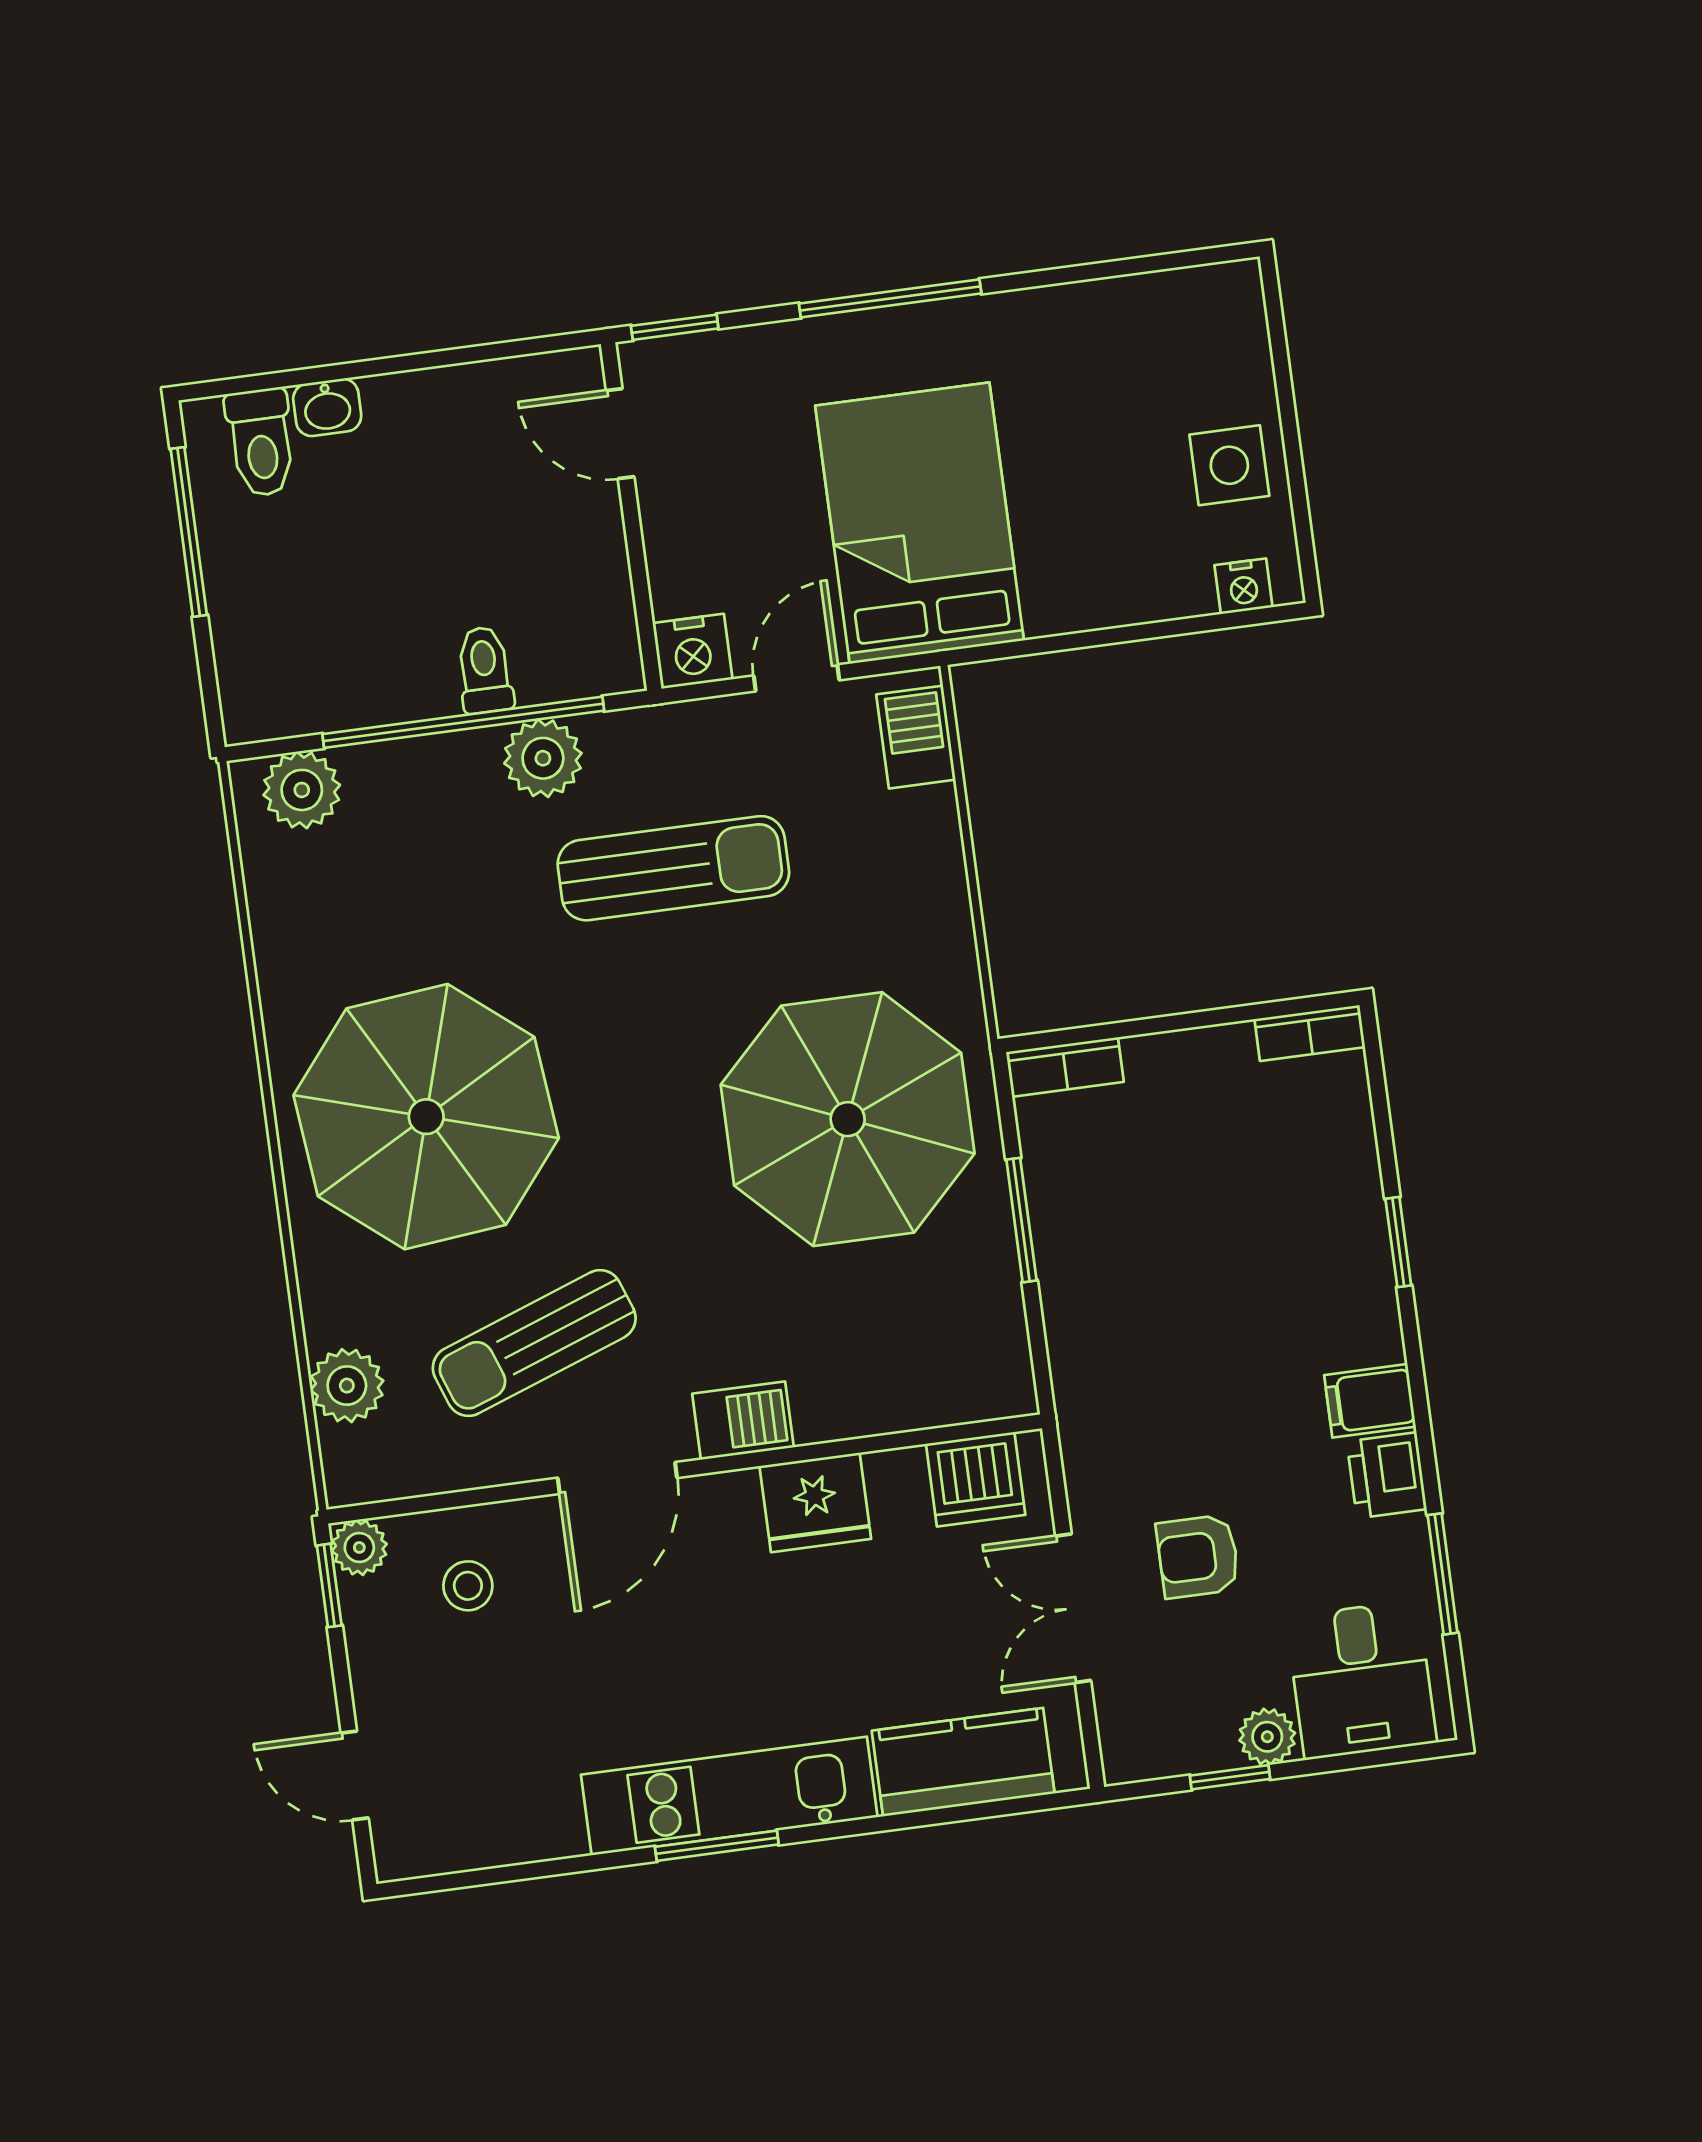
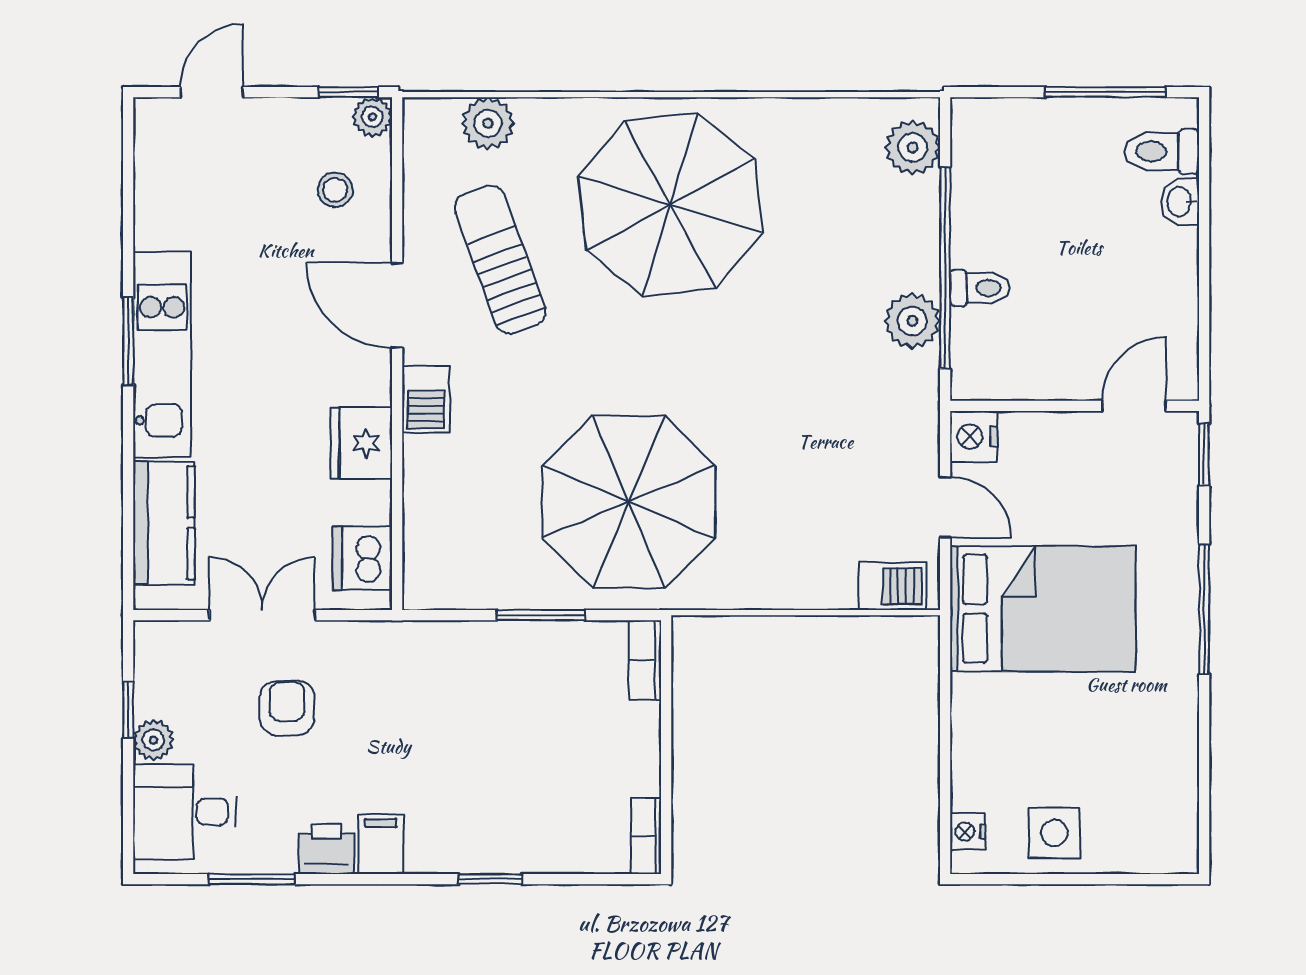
sun lounger: (673, 868) -> (822, 403), removed

